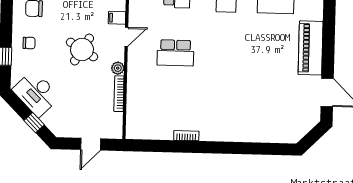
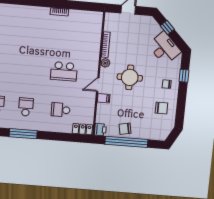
round table: (82, 50) -> (130, 77), turned -31
school desk: (175, 53) -> (64, 71), turned 180

